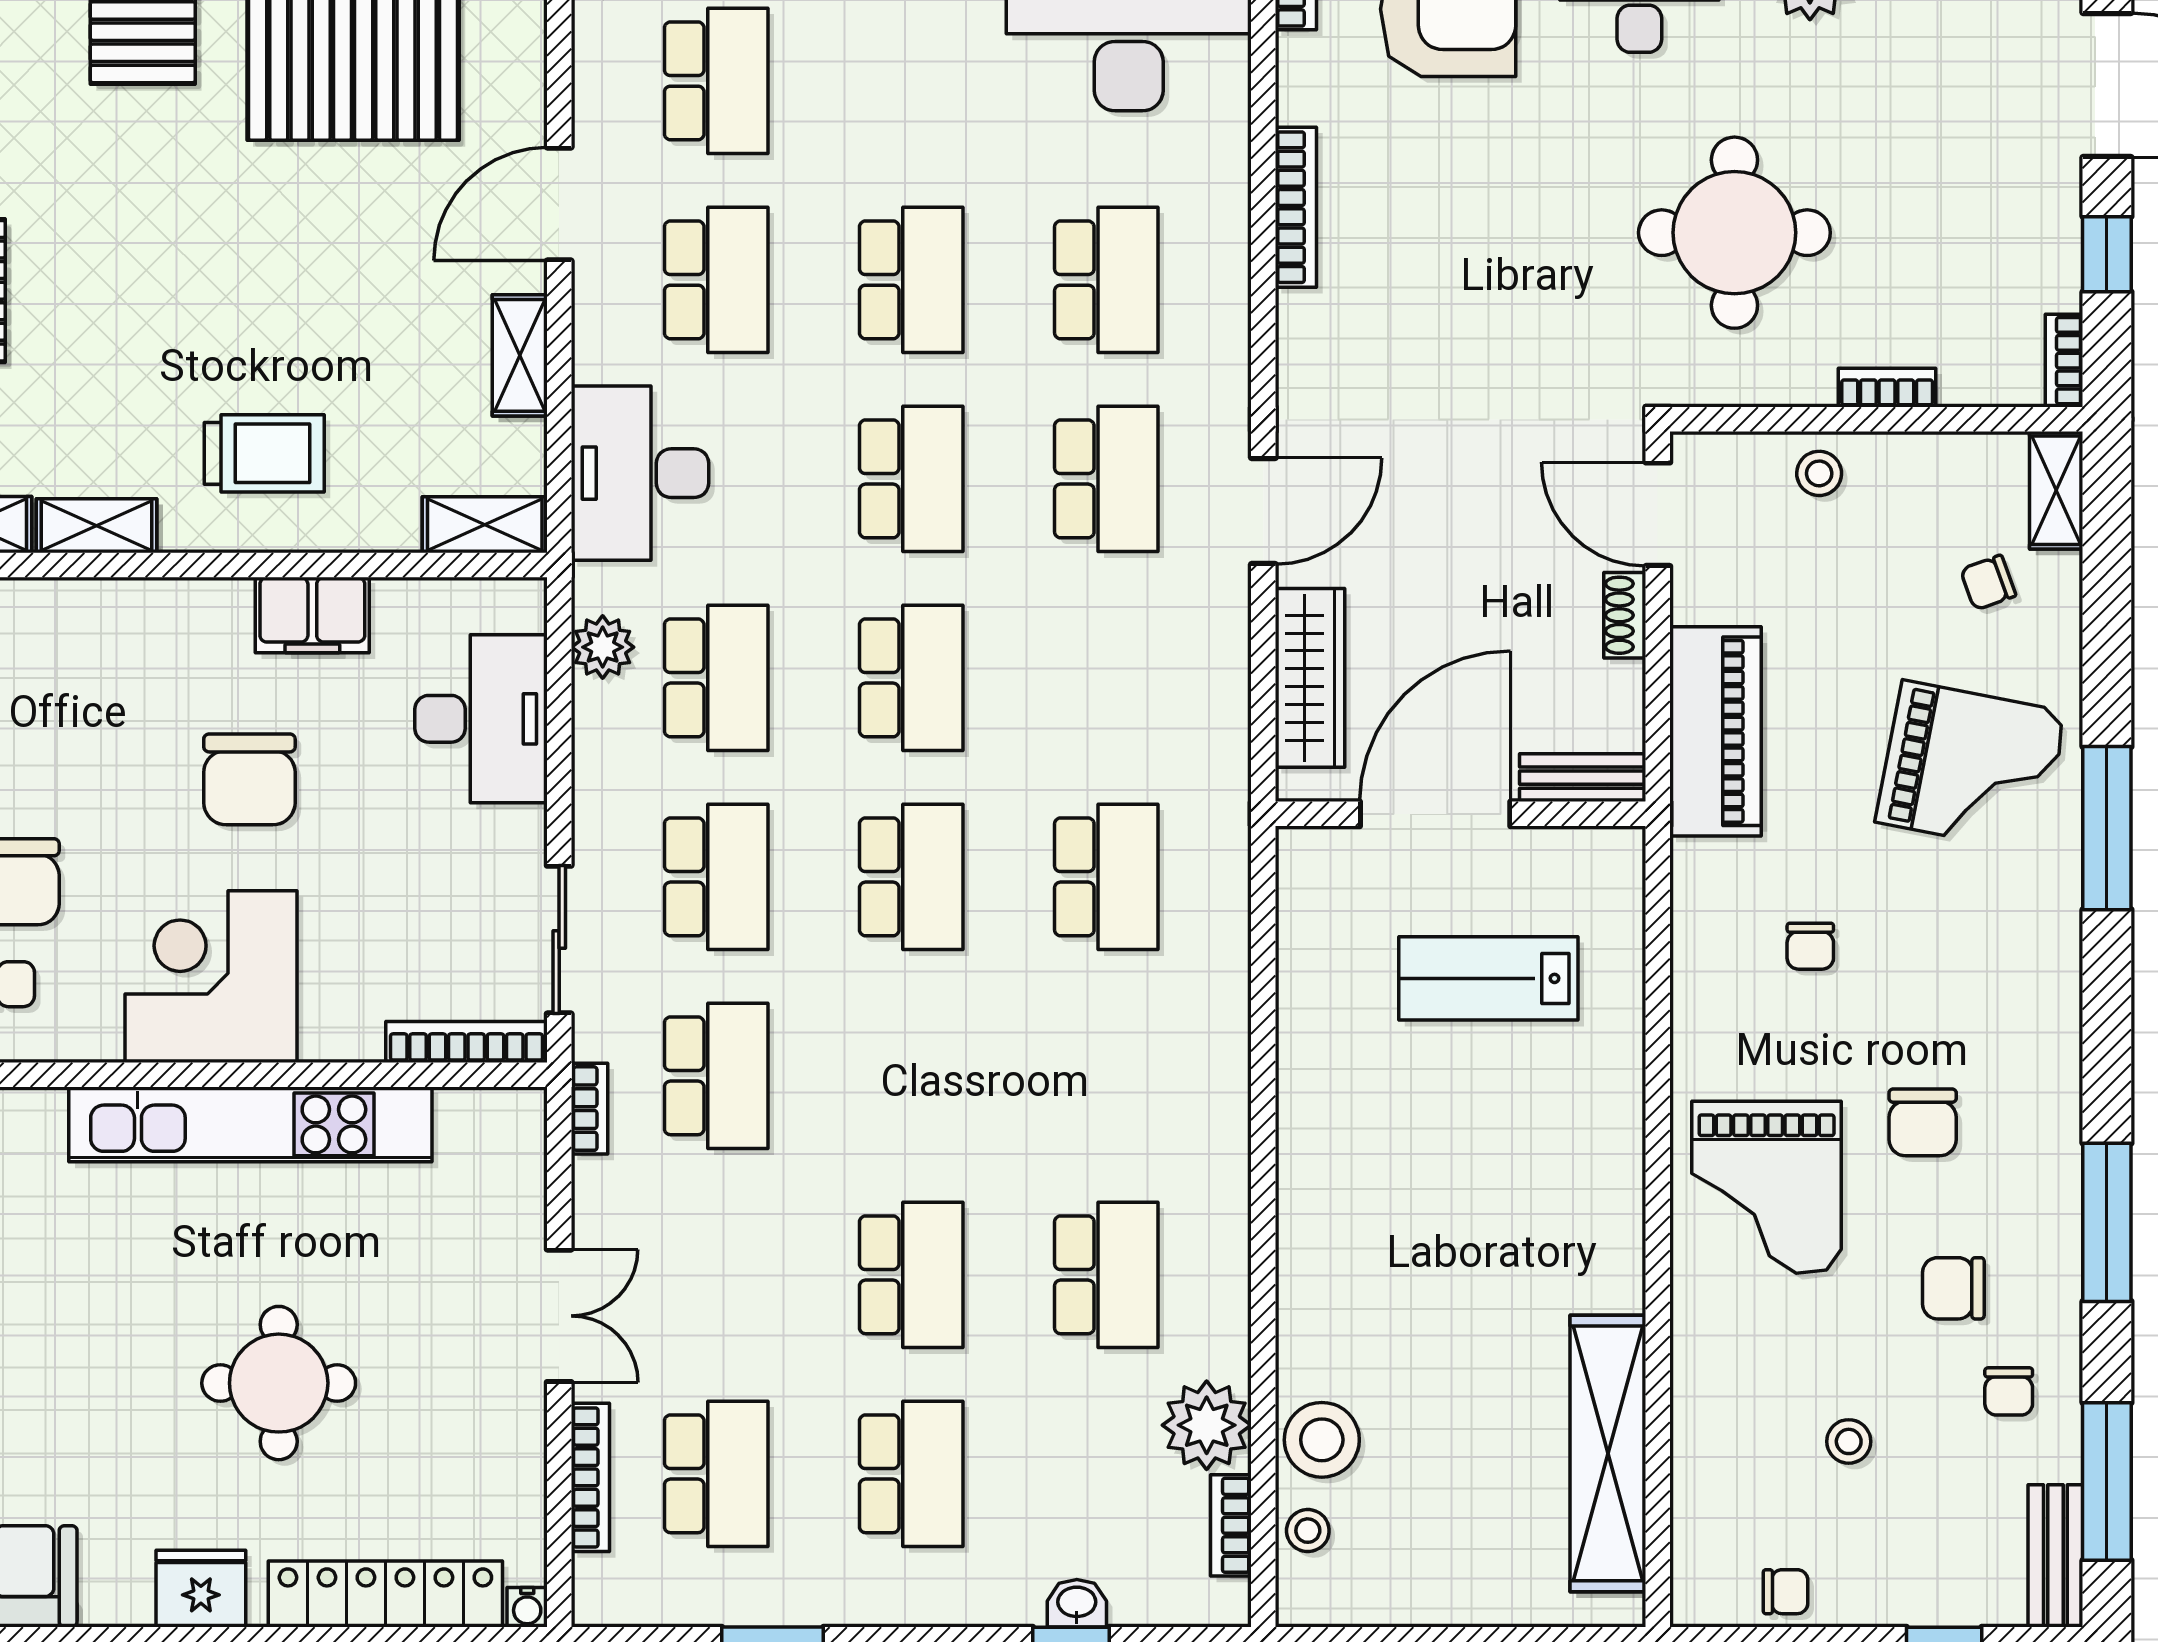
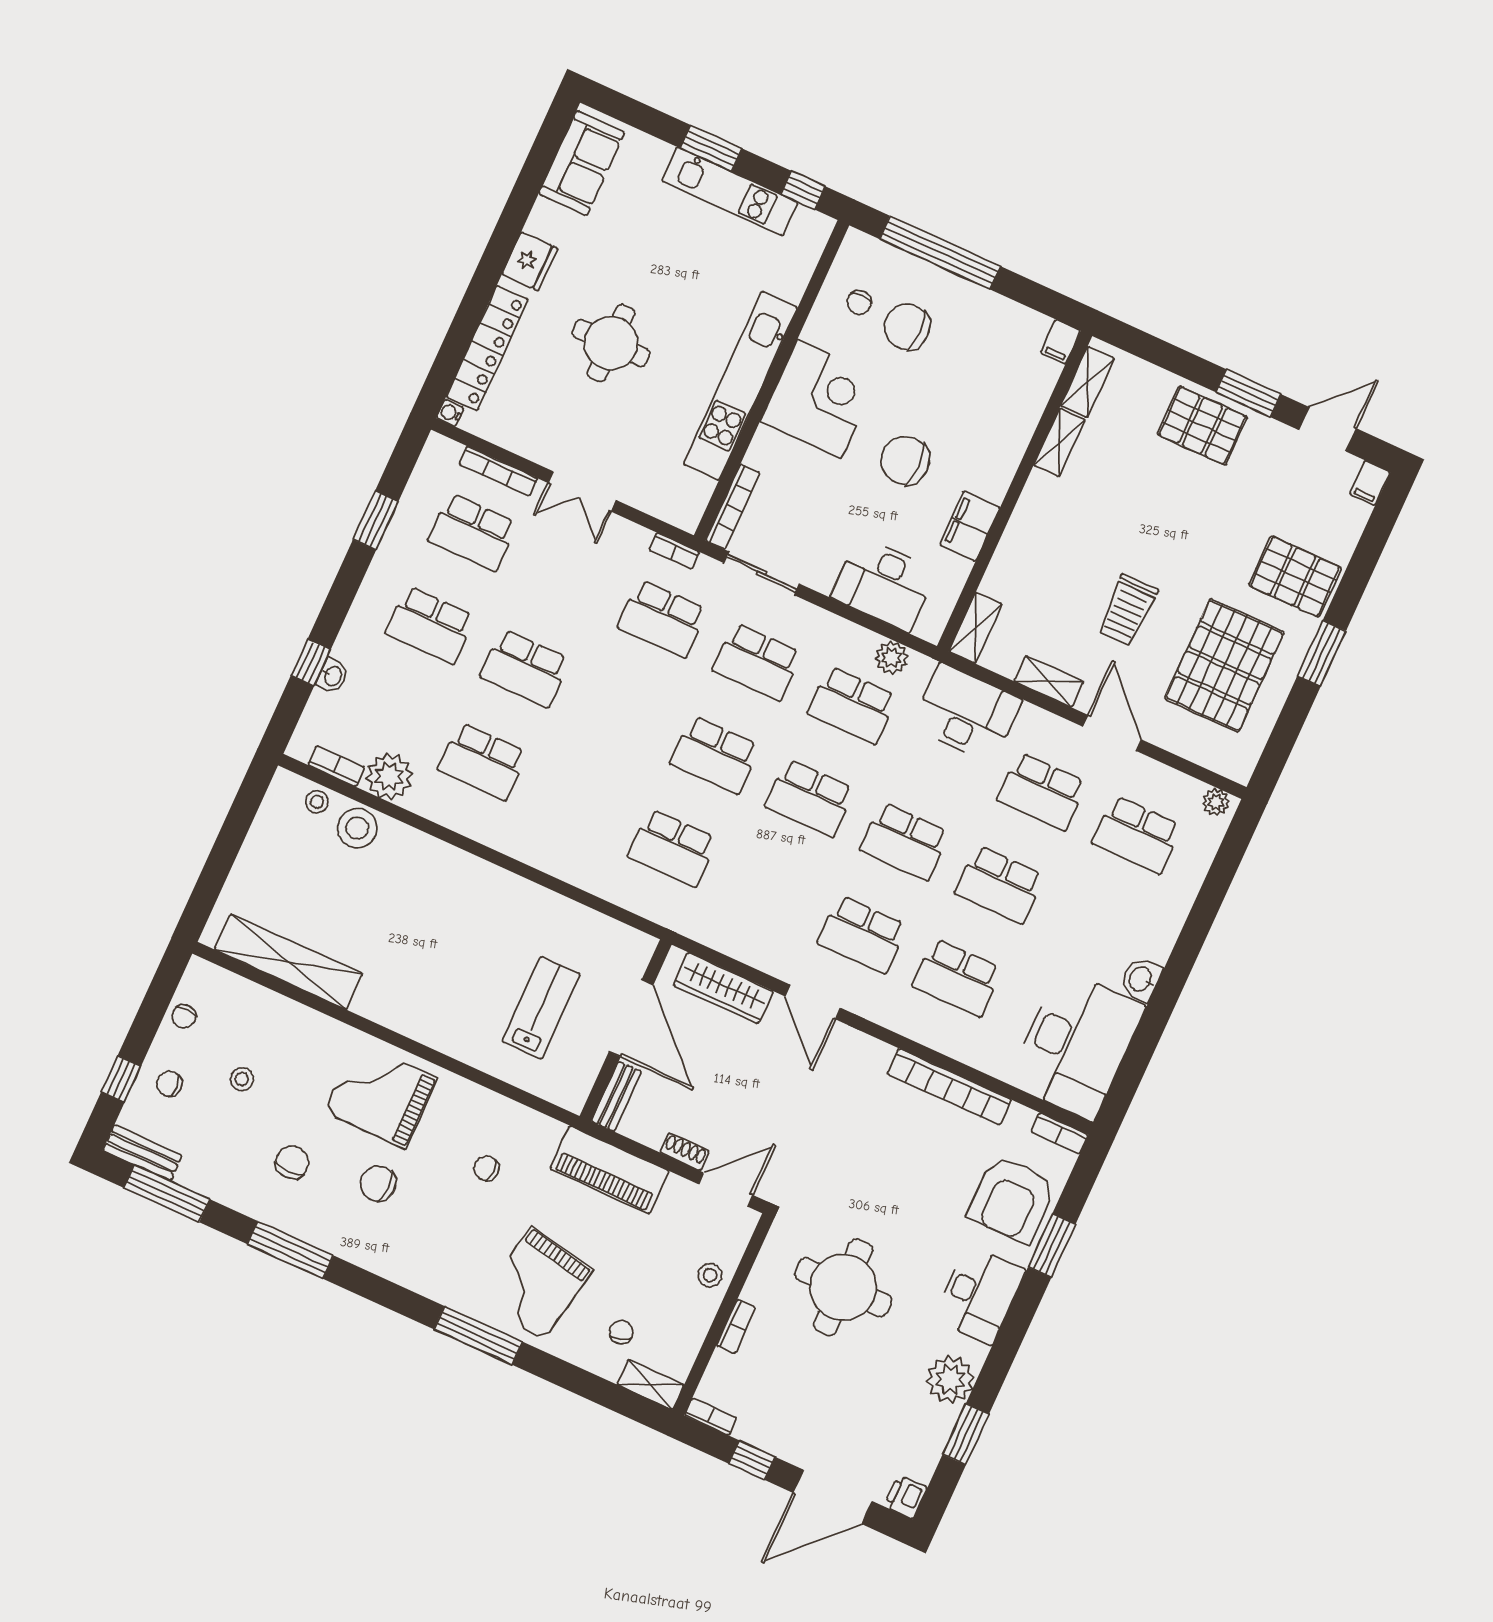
bookcase: (1296, 207) -> (949, 1087), width x1.48, depth x1.31
trolley: (264, 453) -> (1127, 610), moved
chair: (2009, 1391) -> (169, 1084), moved

